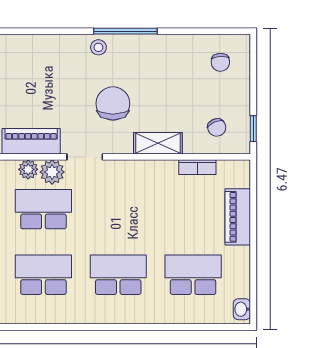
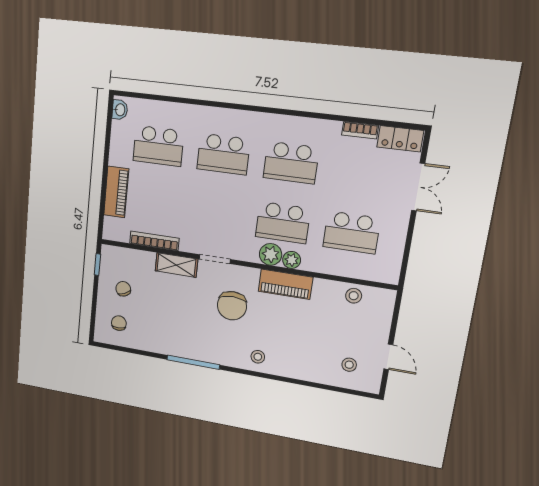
stool: (98, 47) -> (258, 357), moved
chair: (113, 103) -> (232, 306), moved
chair: (217, 127) -> (123, 289), moved
doorway: (85, 157) -> (215, 259), moved
bookcase: (197, 167) -> (154, 241), width x1.56

